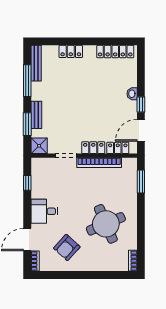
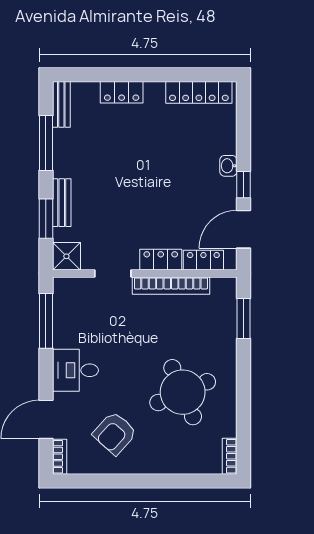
bench: (36, 63) -> (61, 104), width x0.73
window: (27, 183) -> (46, 321), width x2.17

